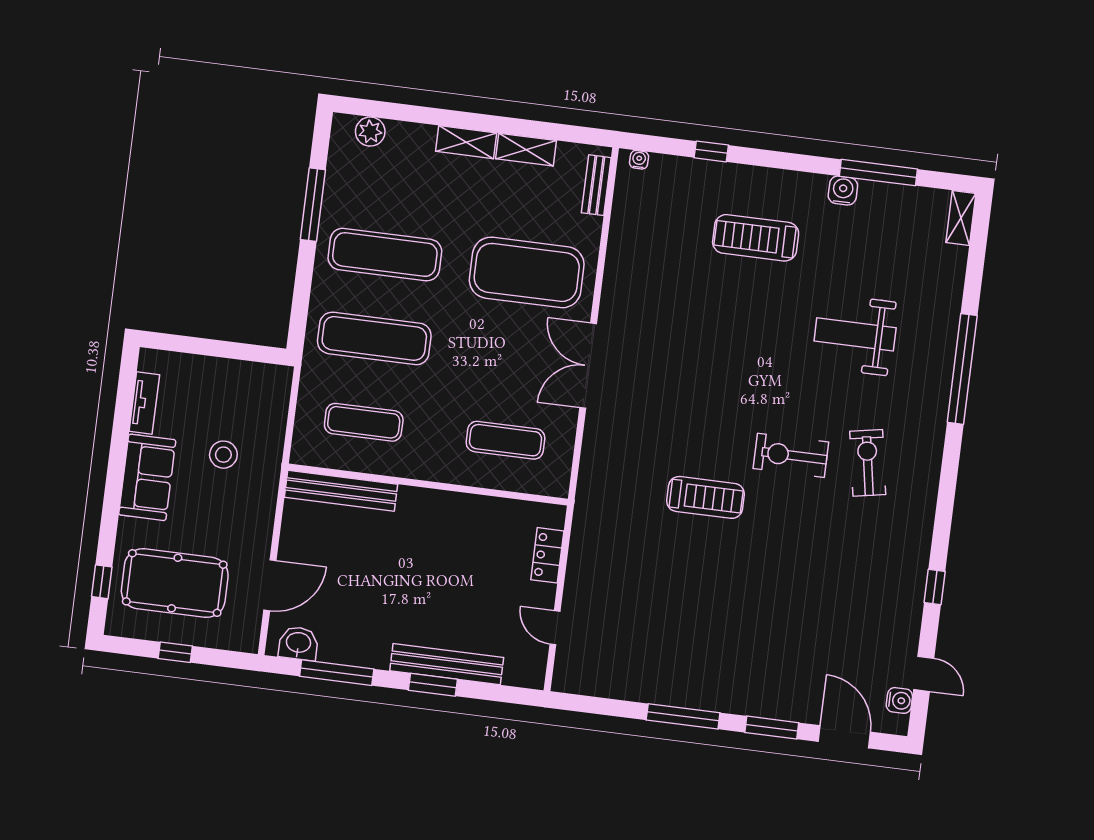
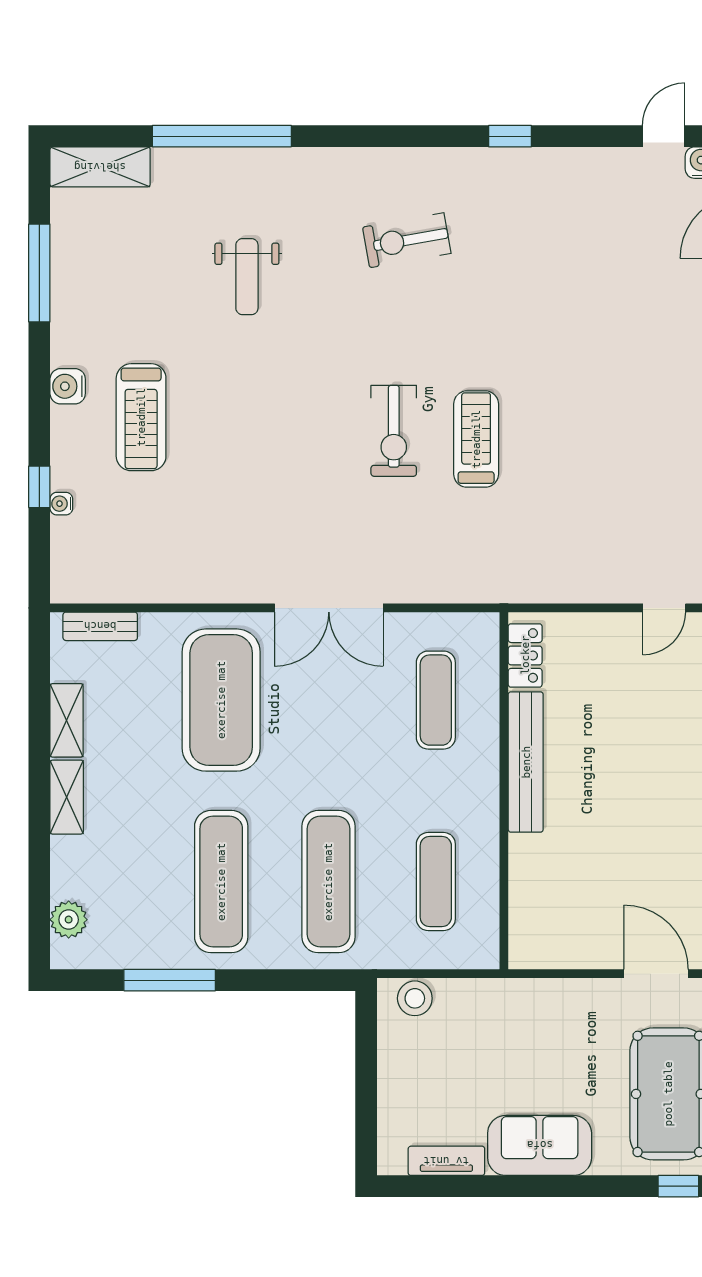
water cooler: (639, 160) -> (61, 504), moved
water cooler: (843, 191) -> (68, 386), moved
shelving: (961, 218) -> (100, 167), width x1.50, depth x1.33
weight bench: (855, 334) -> (247, 277), width x0.73, depth x0.75
window: (962, 369) -> (222, 136), moved
stool: (223, 455) -> (415, 998), moved
exercise bike: (791, 455) -> (394, 431), moved
bench: (341, 491) -> (526, 762), moved
locker: (547, 555) -> (525, 655), moved, turned -90
window: (935, 587) -> (510, 136), moved

